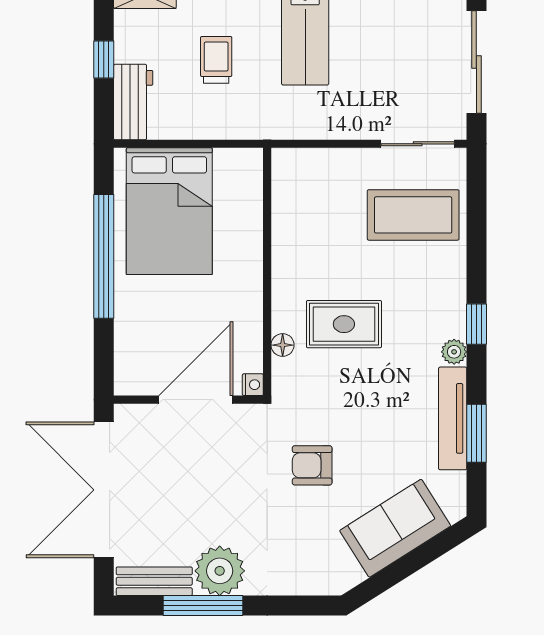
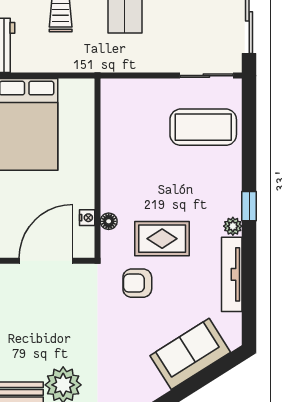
rug: (344, 324) -> (162, 239), moved
nightstand: (253, 385) -> (87, 218), moved
window: (476, 433) -> (249, 285), removed
armchair: (312, 465) -> (137, 283), moved

